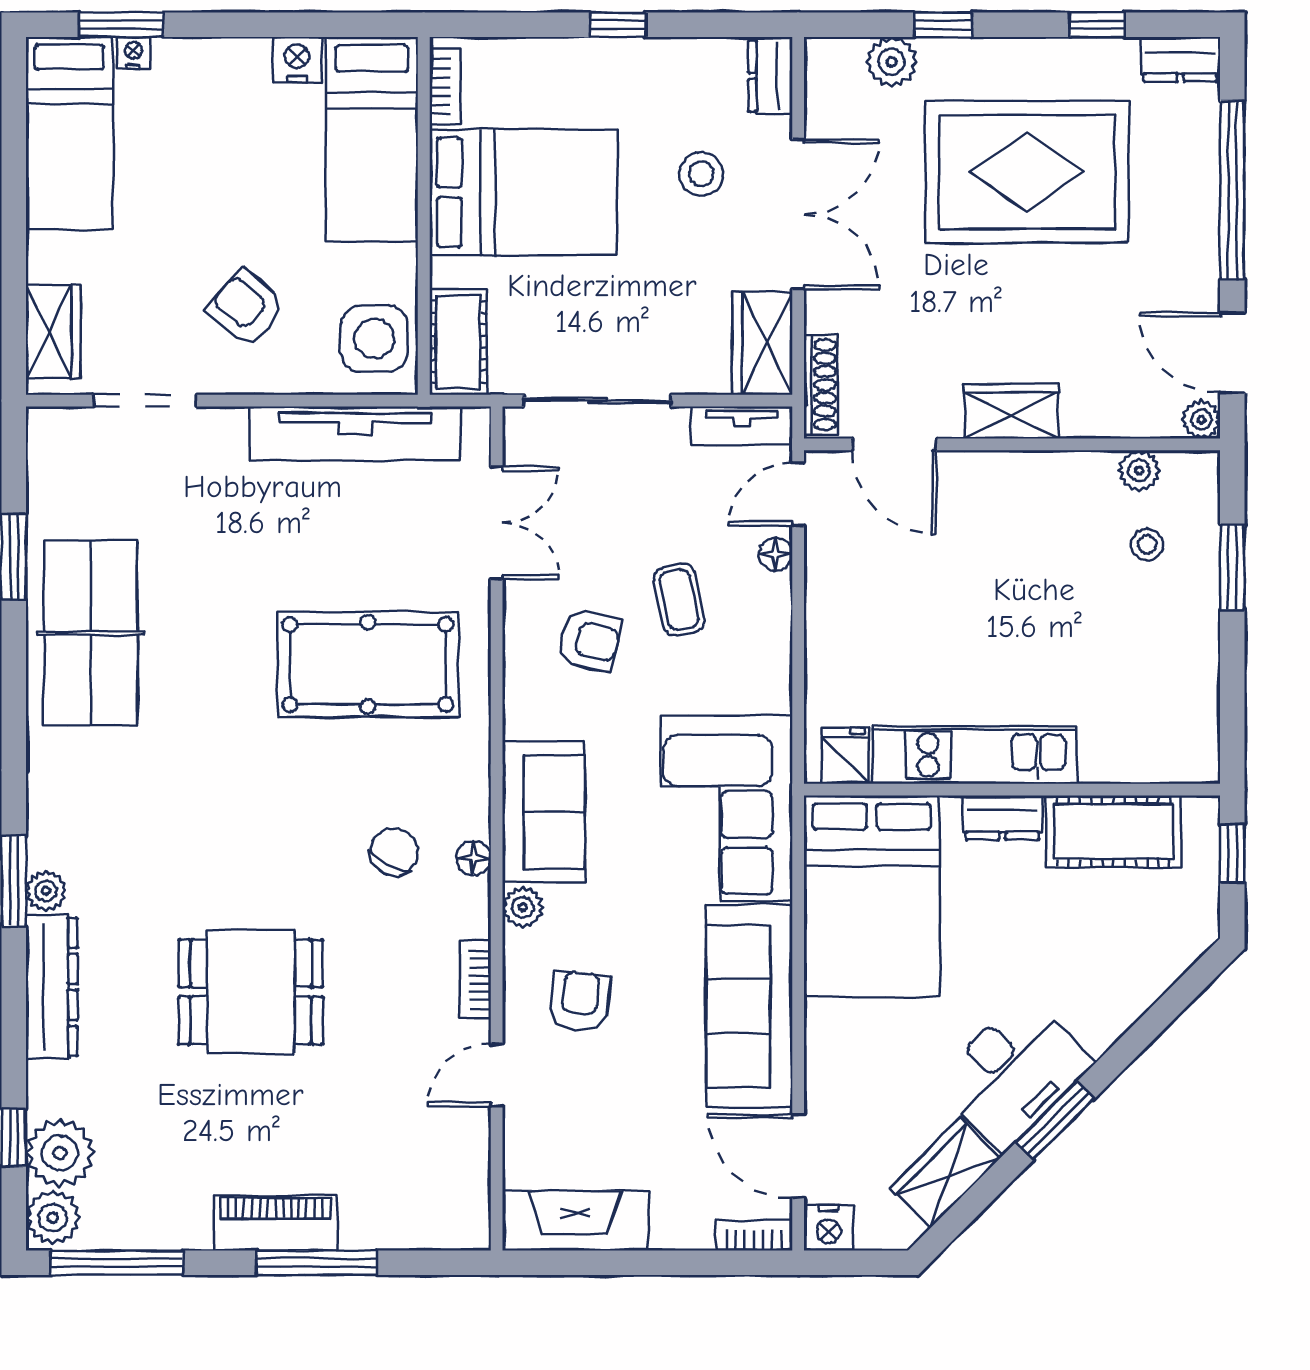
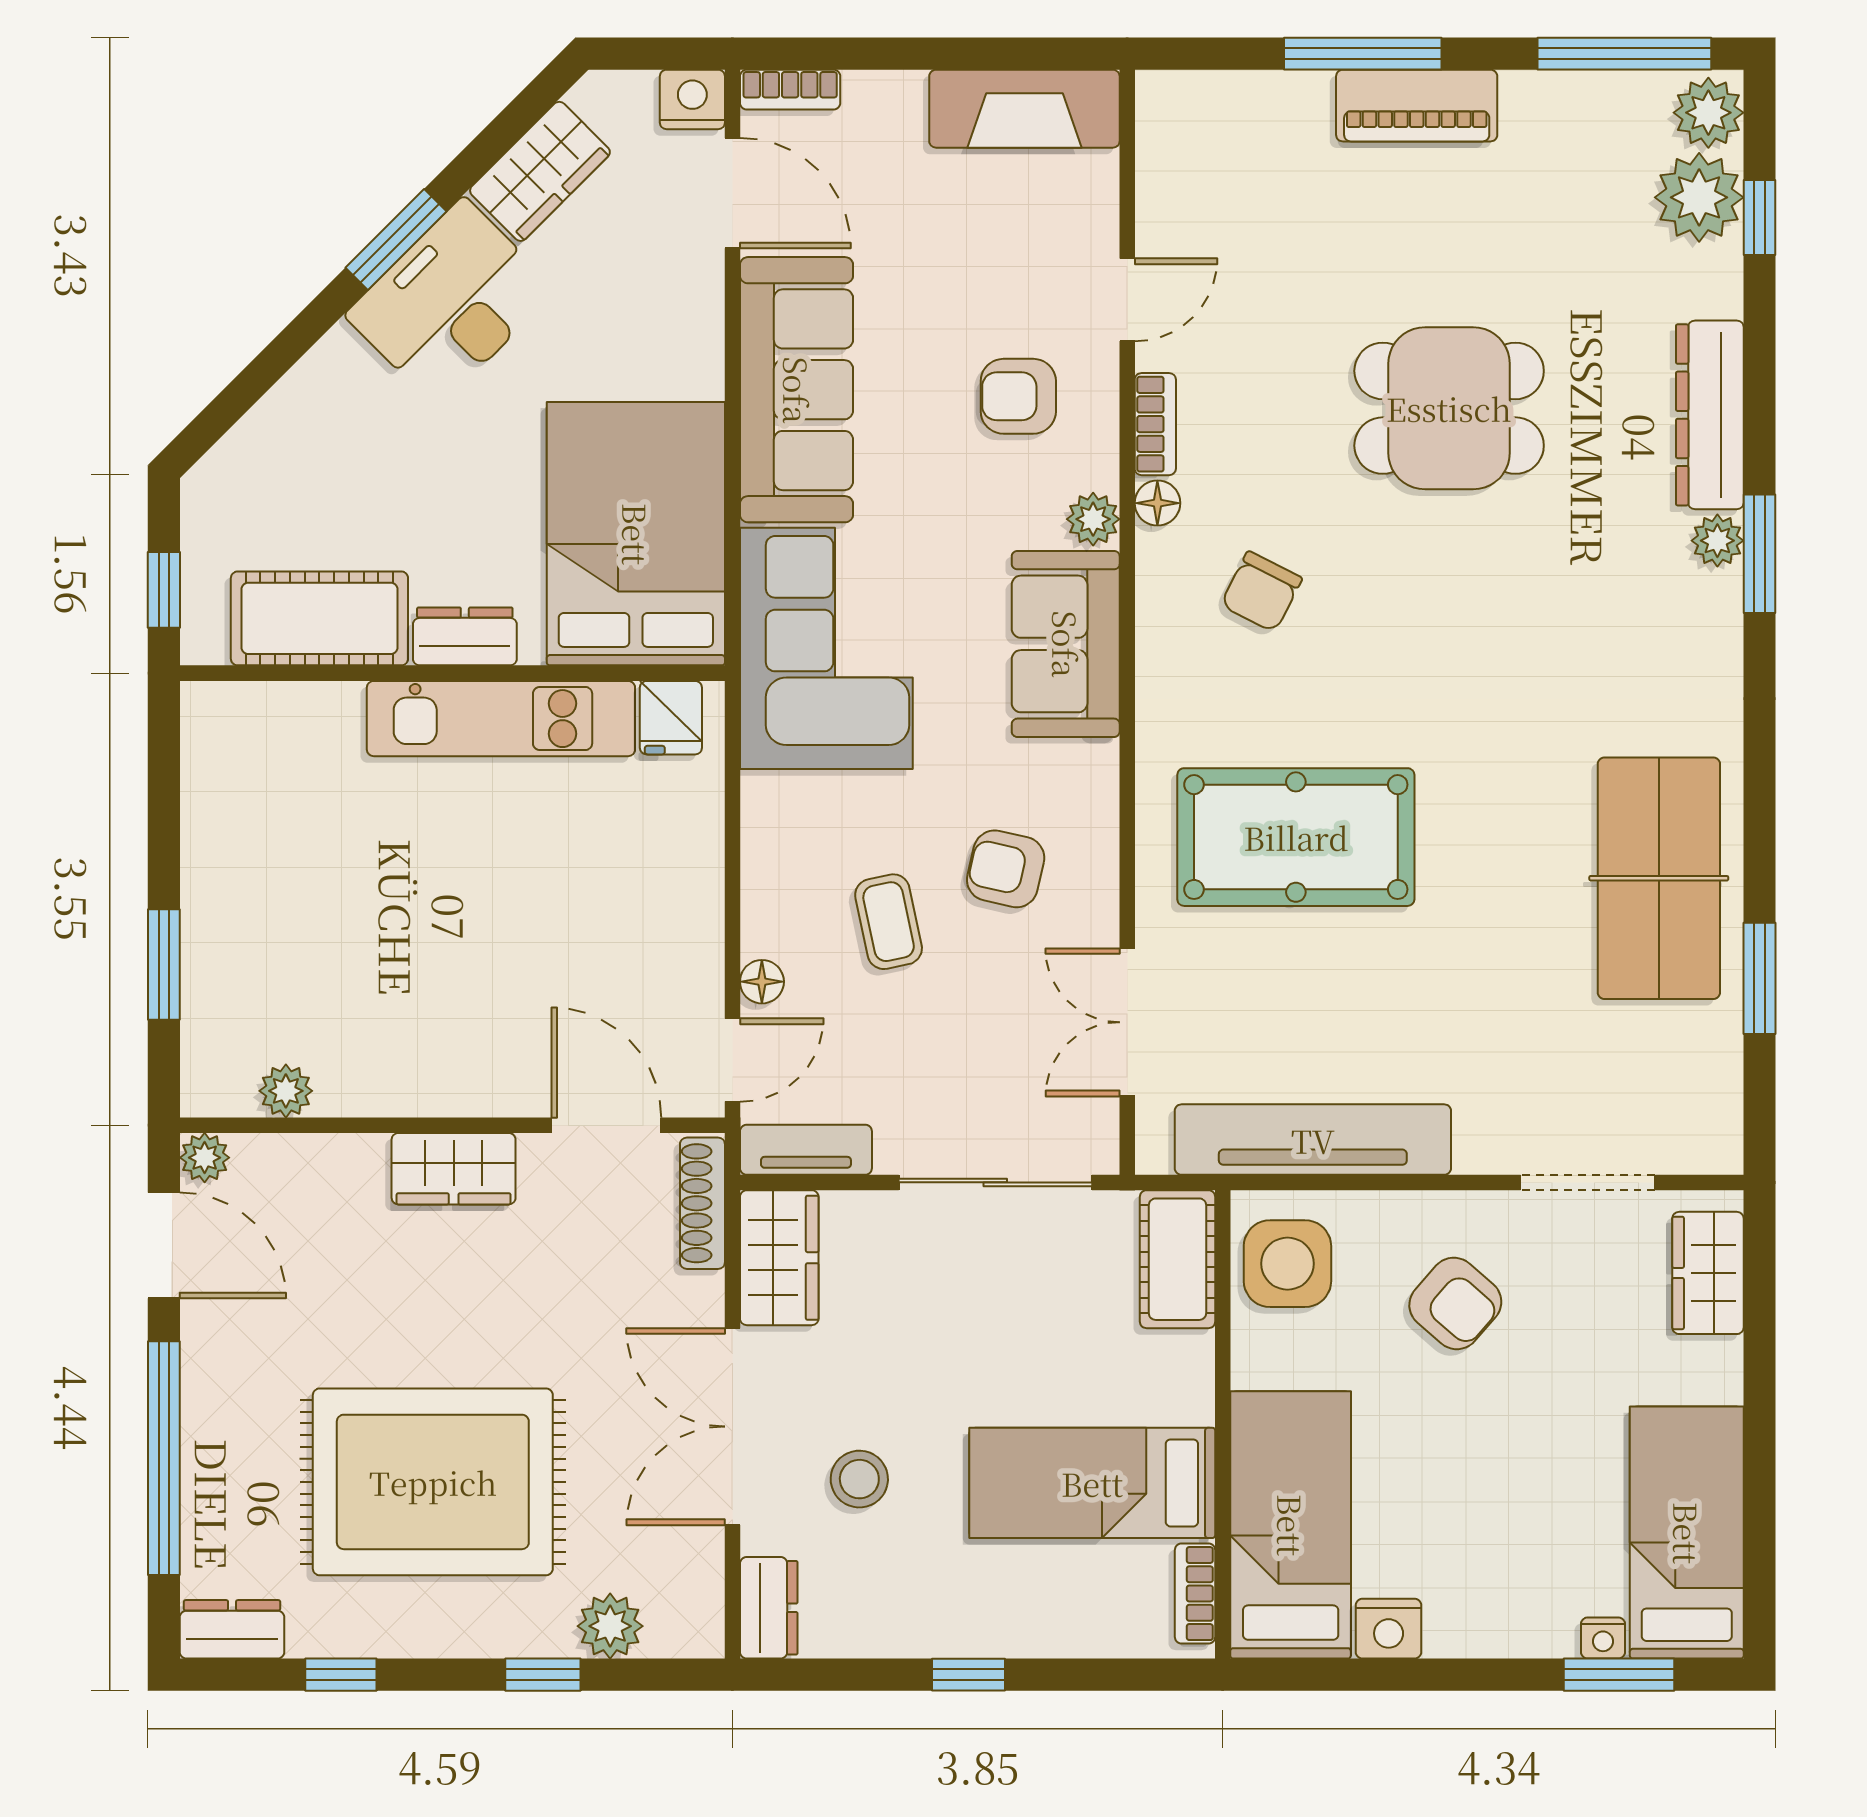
bed: (523, 192) -> (1092, 1483), width x0.67
stool: (1147, 545) -> (275, 994), removed
floor lamp: (474, 858) -> (1157, 503), moved
armchair: (580, 1001) -> (1018, 396), turned 83

